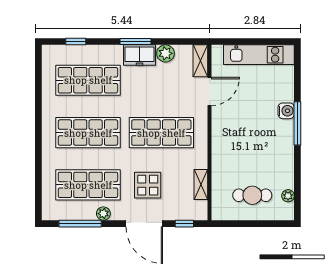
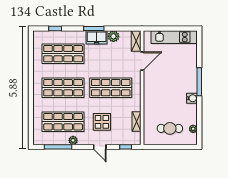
water cooler: (286, 111) -> (192, 98), moved
door: (144, 224) -> (100, 147), width x0.53

